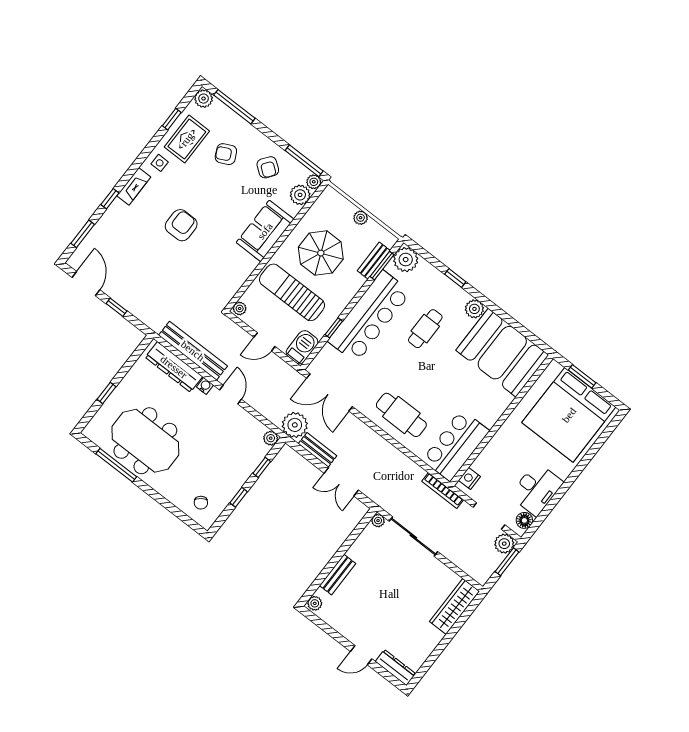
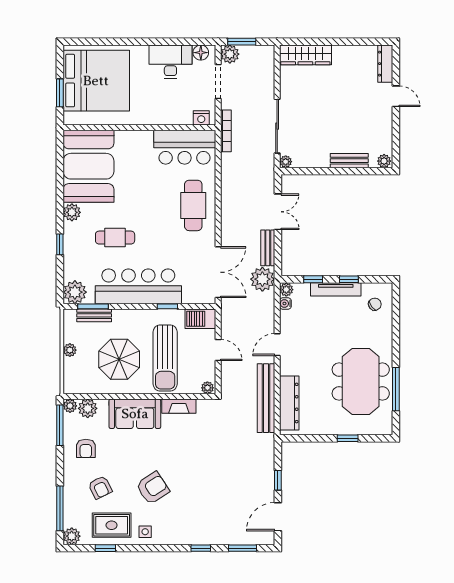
armchair: (268, 167) -> (86, 448), turned 143
fireplace: (134, 186) -> (179, 406), moved, turned 180
armchair: (181, 225) -> (153, 488), moved, turned 147
water cooler: (205, 386) -> (285, 303), moved
tv unit: (239, 480) -> (336, 289), added

